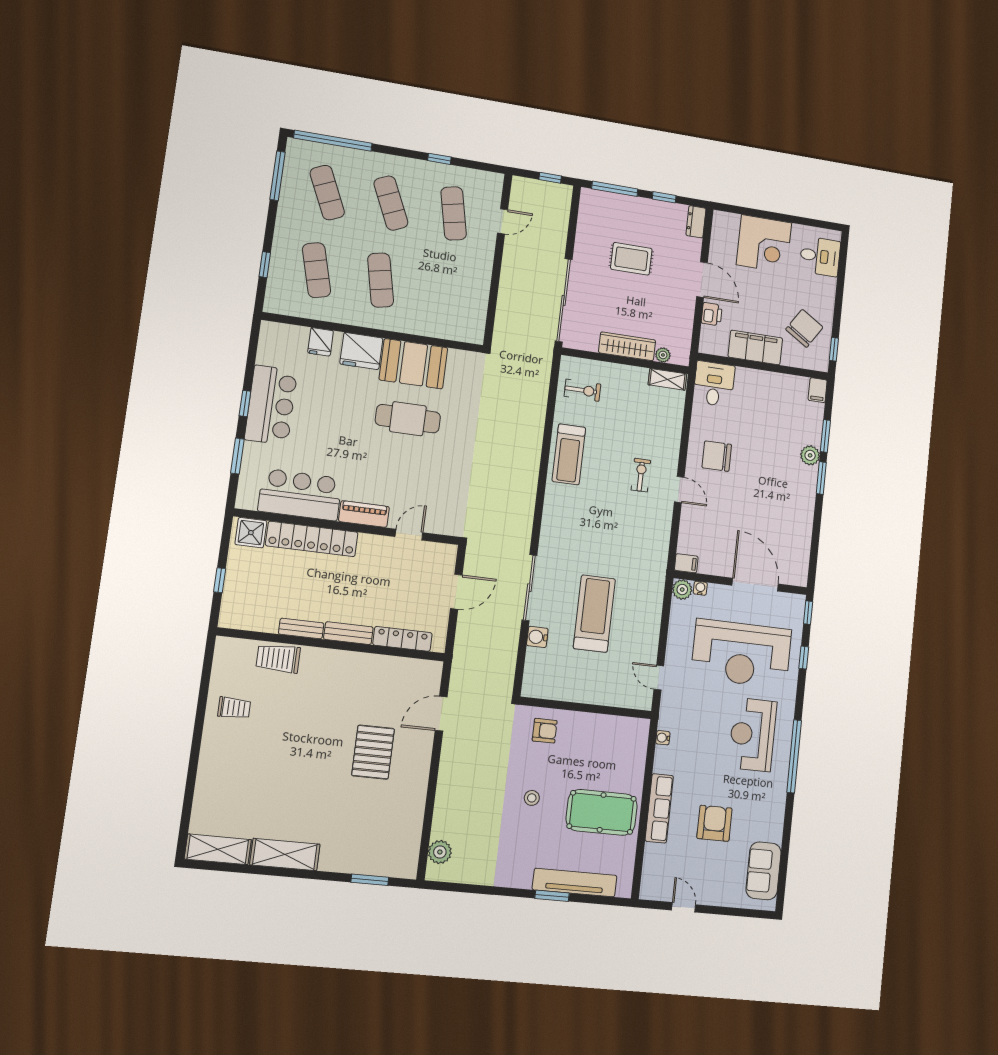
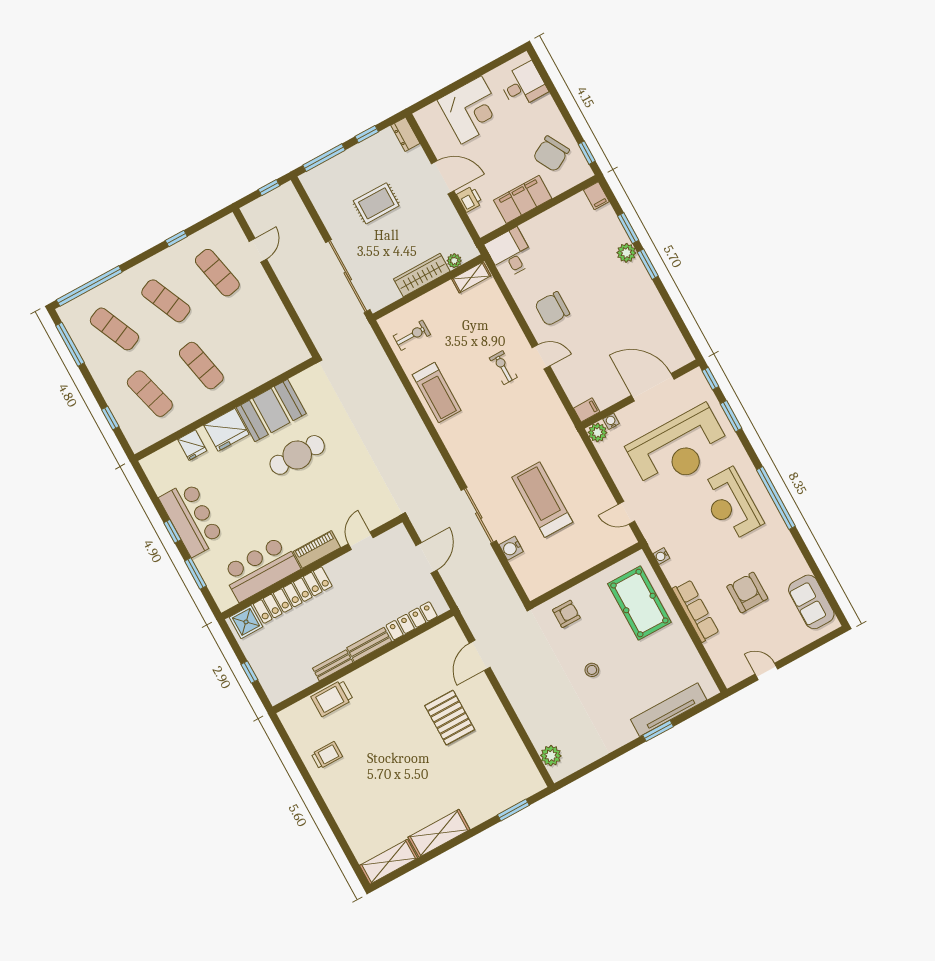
chair: (804, 328) -> (551, 154), turned -152
window: (804, 658) -> (731, 416), width x1.50
pool table: (602, 812) -> (639, 603), moved, turned 90

